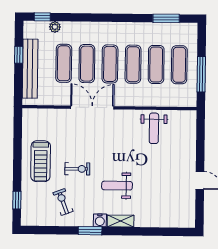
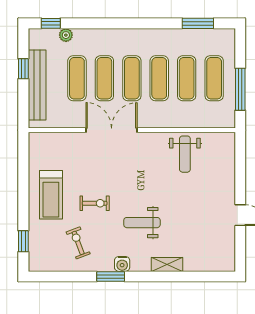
shelving: (121, 221) -> (167, 265), moved

